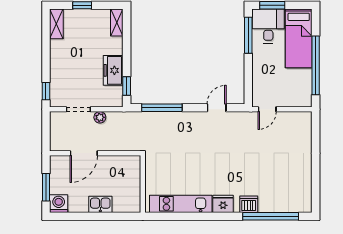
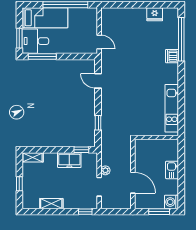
shelving: (56, 24) -> (51, 204), moved
window: (162, 108) -> (98, 123), width x0.46
fridge: (223, 204) -> (155, 14), moved, turned -90

